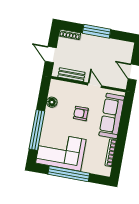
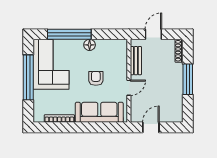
floor lamp: (52, 102) -> (90, 45), moved

